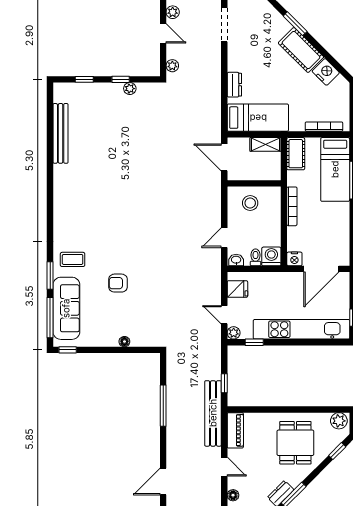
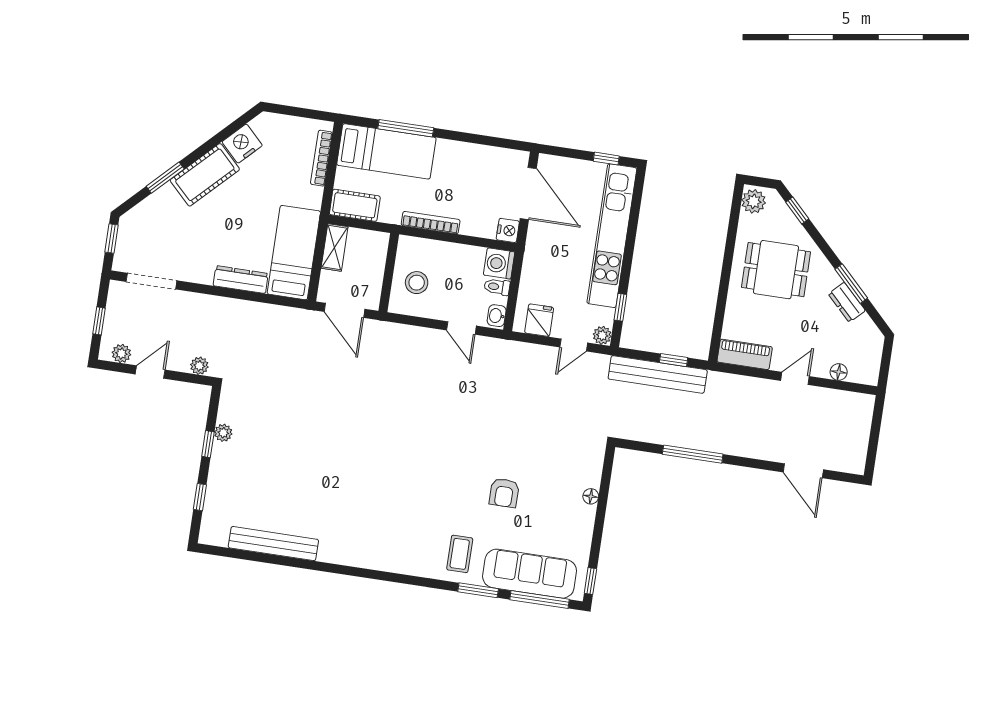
dresser: (234, 85) -> (241, 280), width x1.44
door: (224, 157) -> (344, 310), hinge flipped
bench: (213, 413) -> (658, 374), moved

